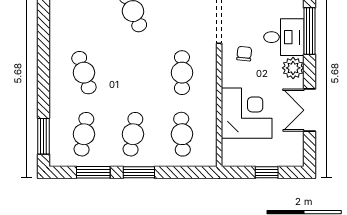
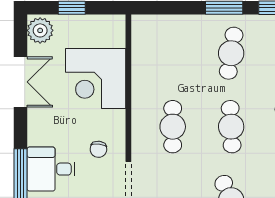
plant: (293, 68) -> (40, 30), moved
cafe table: (182, 134) -> (231, 127), moved

